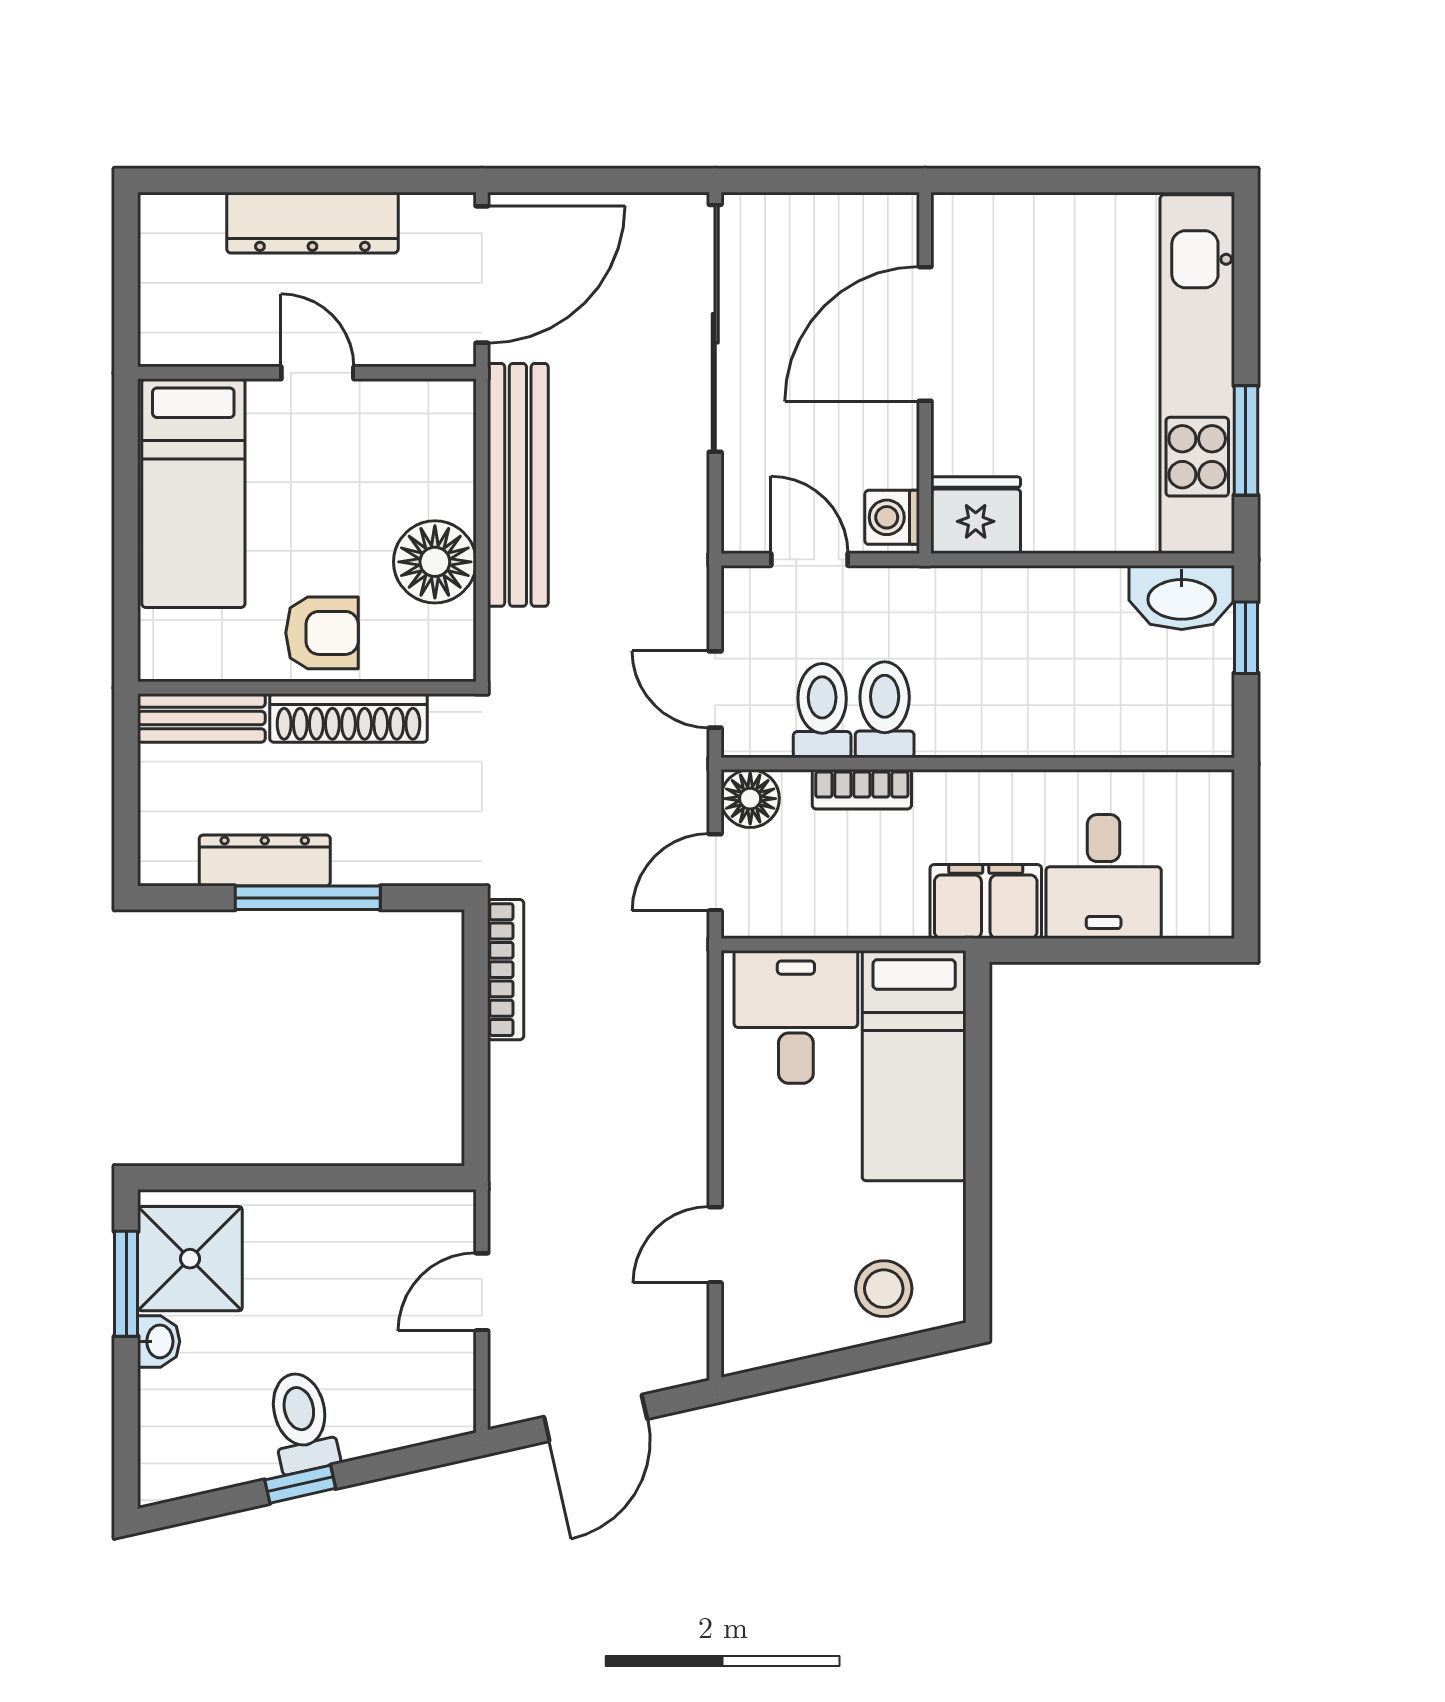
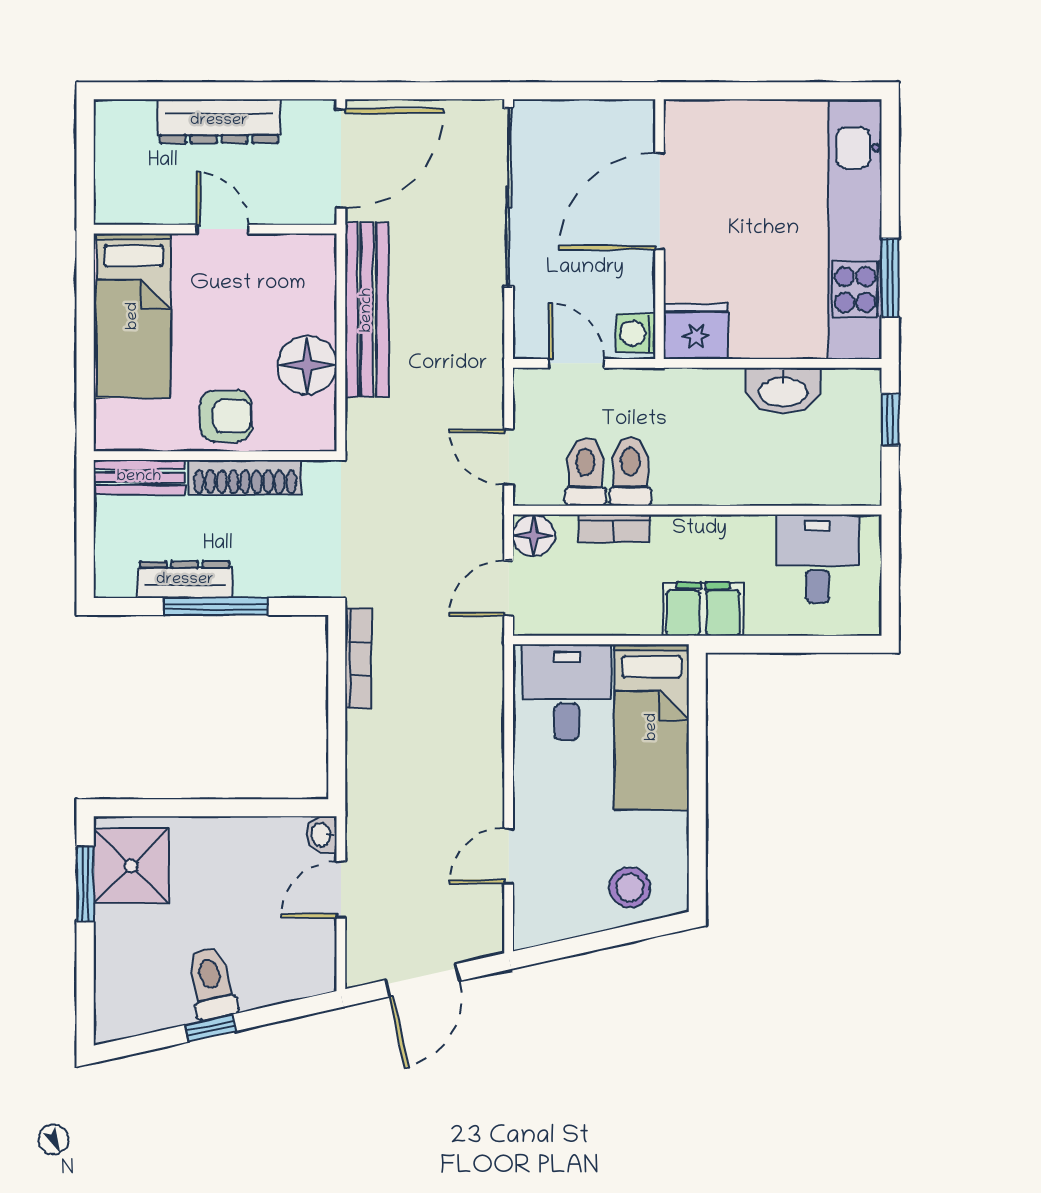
washbasin: (1182, 597) -> (783, 391), moved
desk: (1104, 877) -> (818, 559), moved, turned 180
washbasin: (159, 1341) -> (322, 835), moved, turned 180

